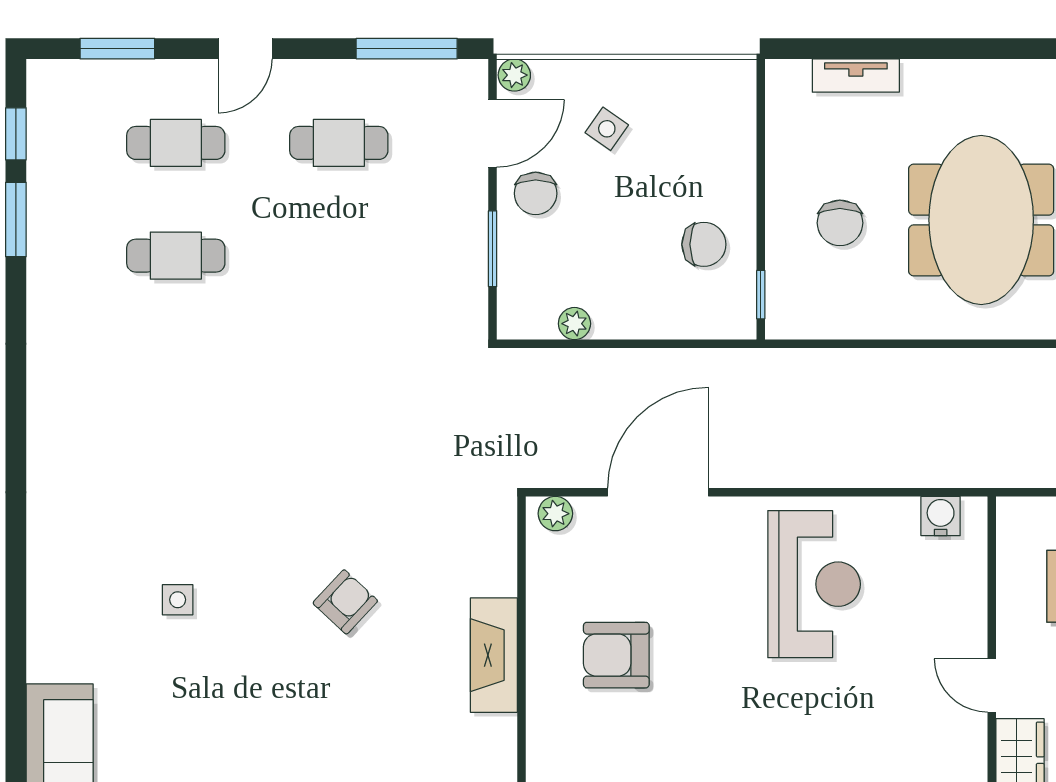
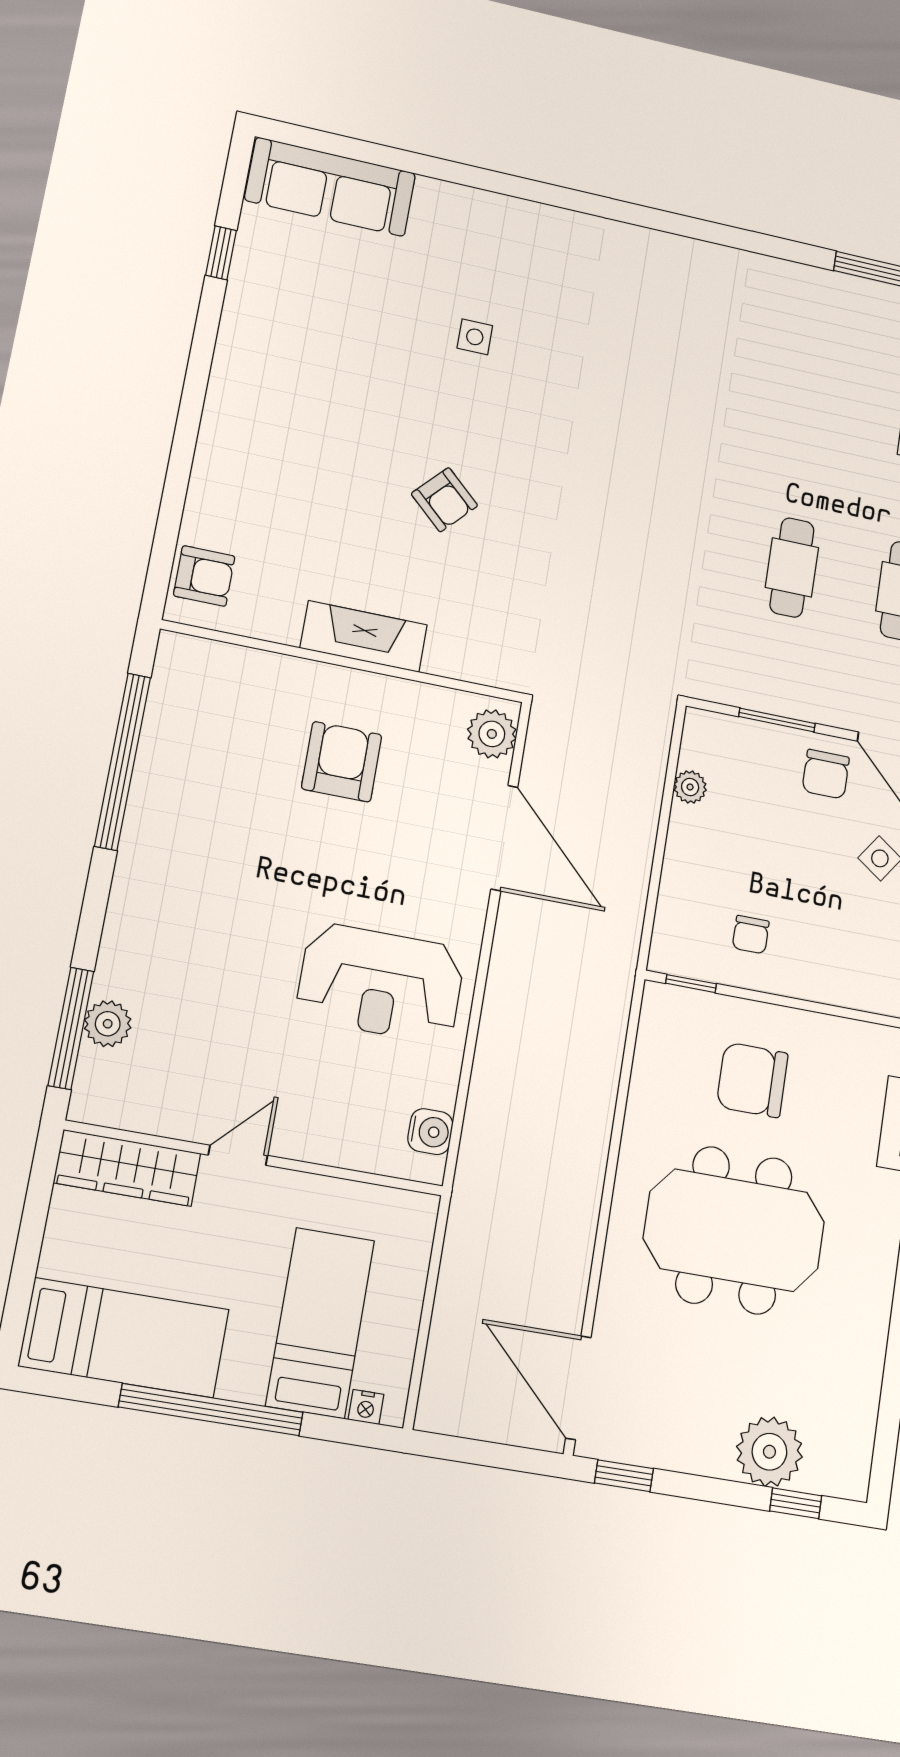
chair: (536, 193) -> (826, 774), turned -90
chair: (840, 223) -> (752, 1080), width x1.37, depth x1.37
chair: (704, 244) -> (751, 935), width x0.73, depth x0.73
cafe table: (176, 256) -> (792, 567), moved
plant: (555, 514) -> (492, 734), width x1.38, depth x1.38

